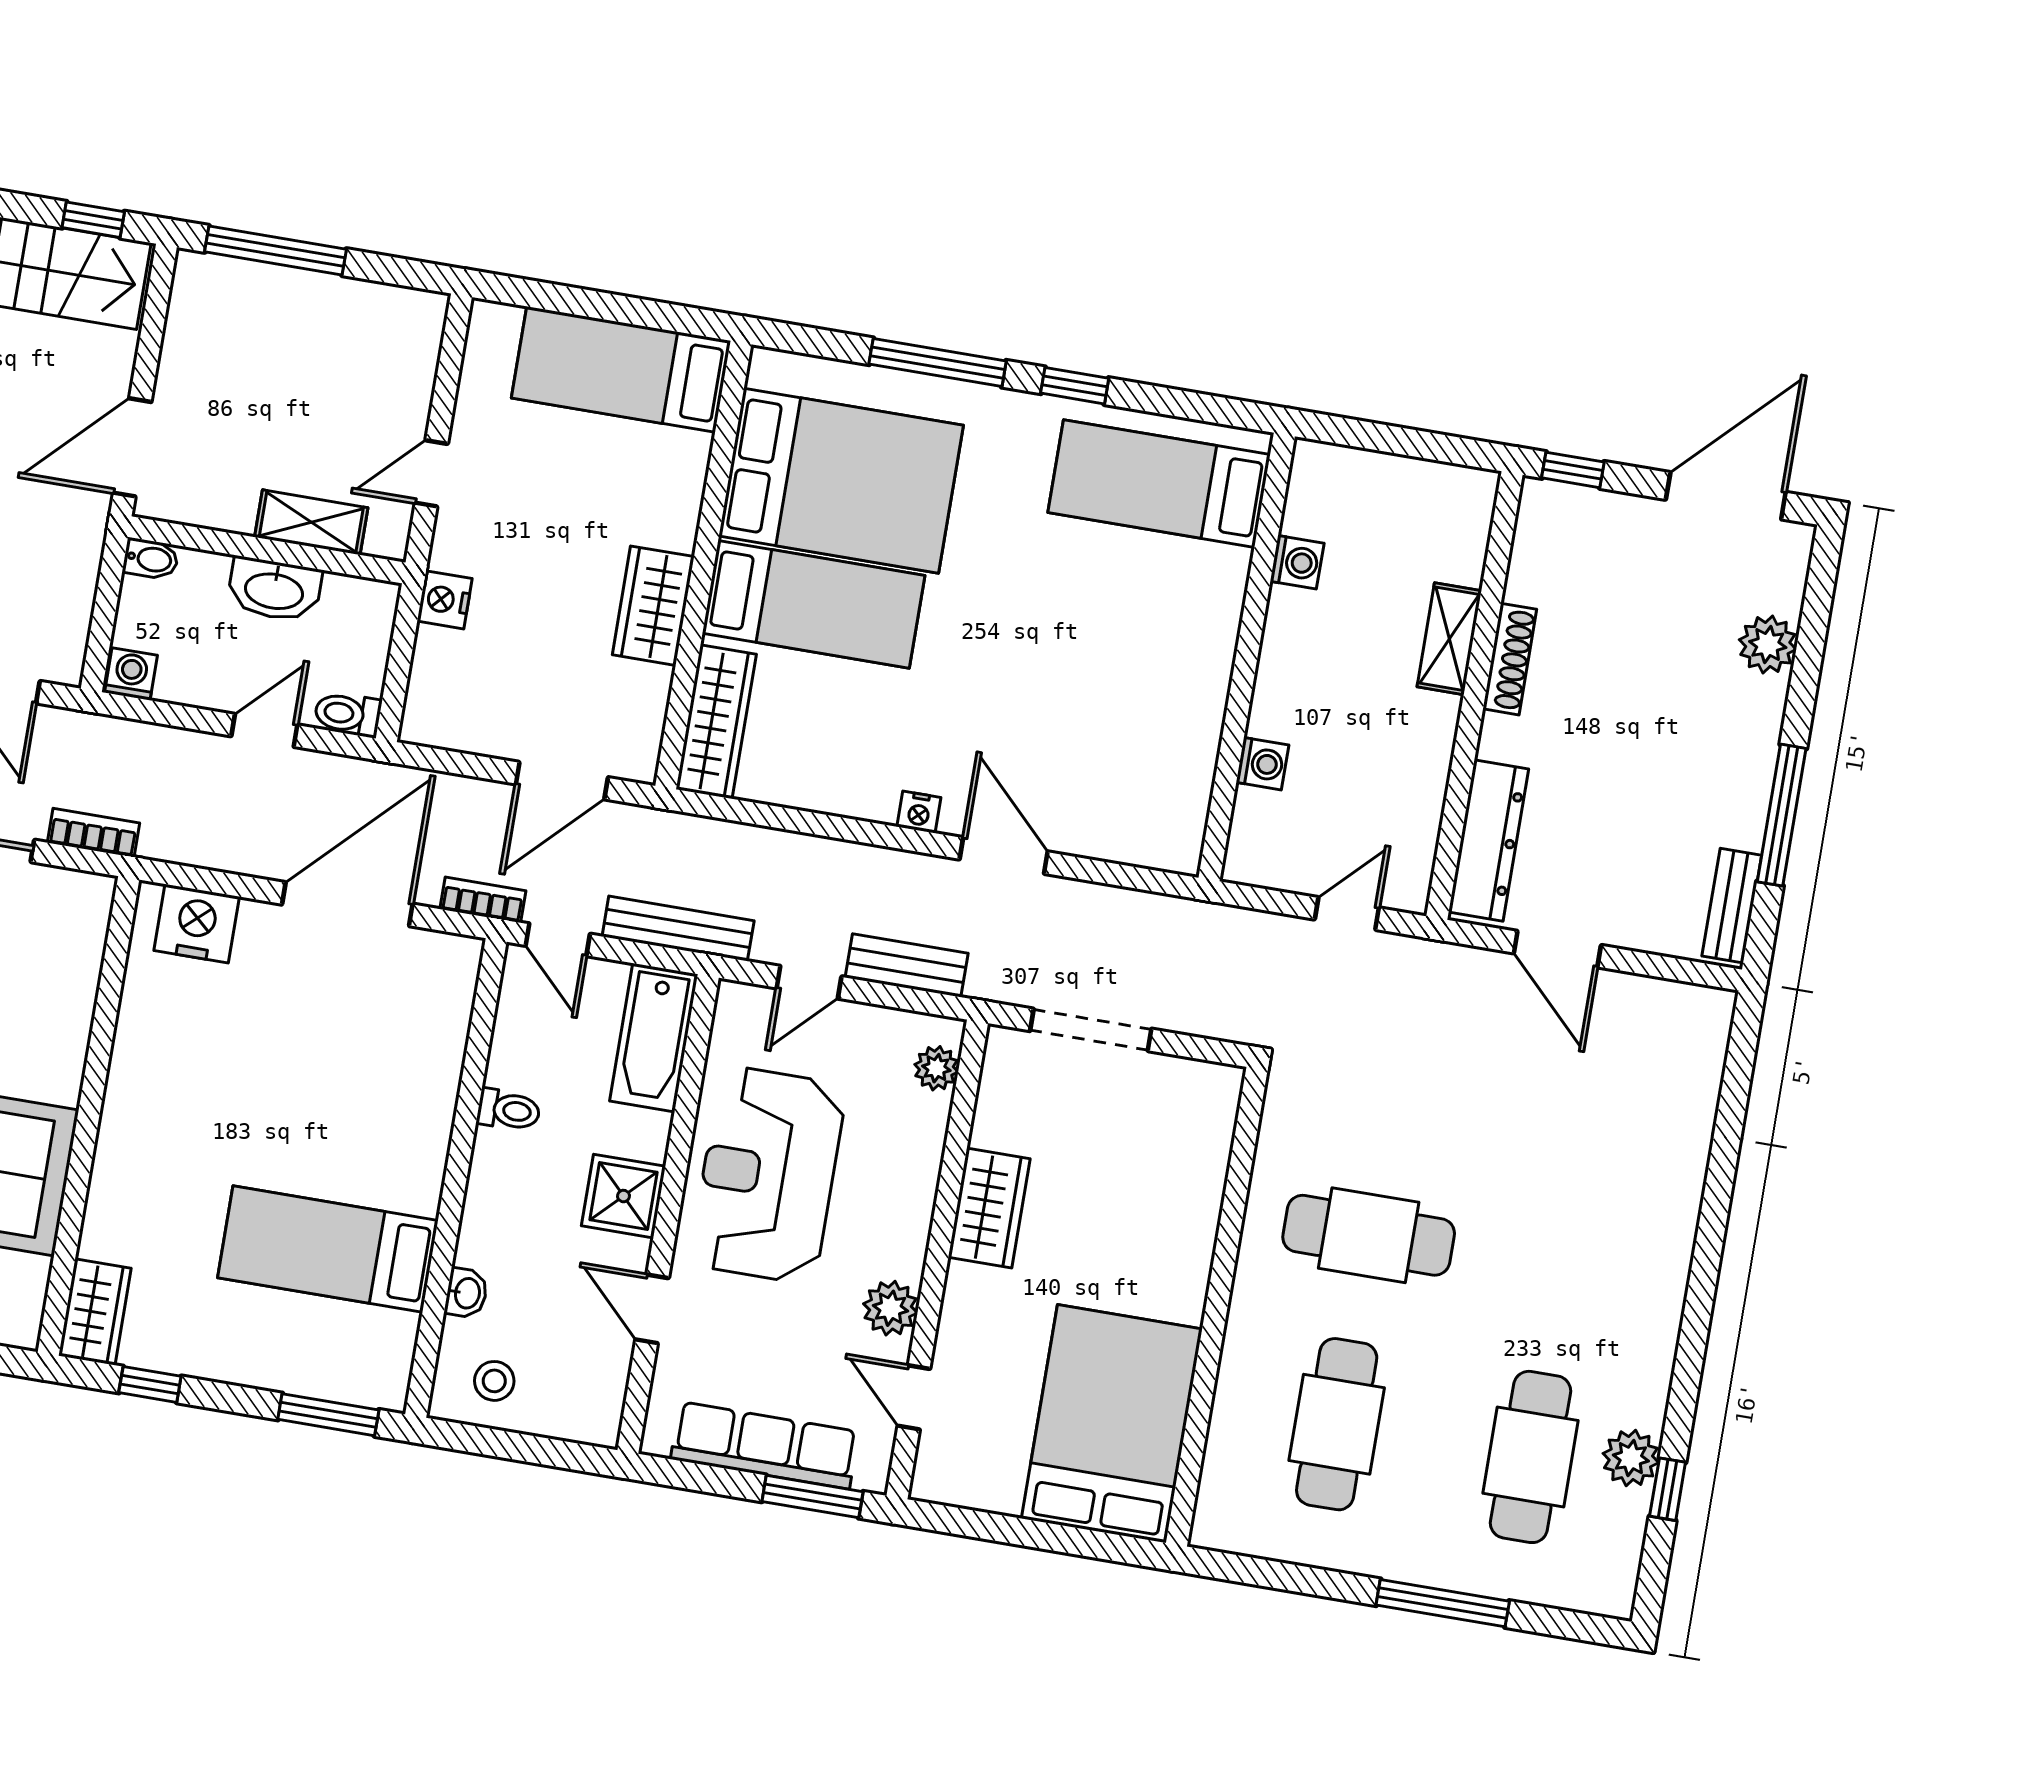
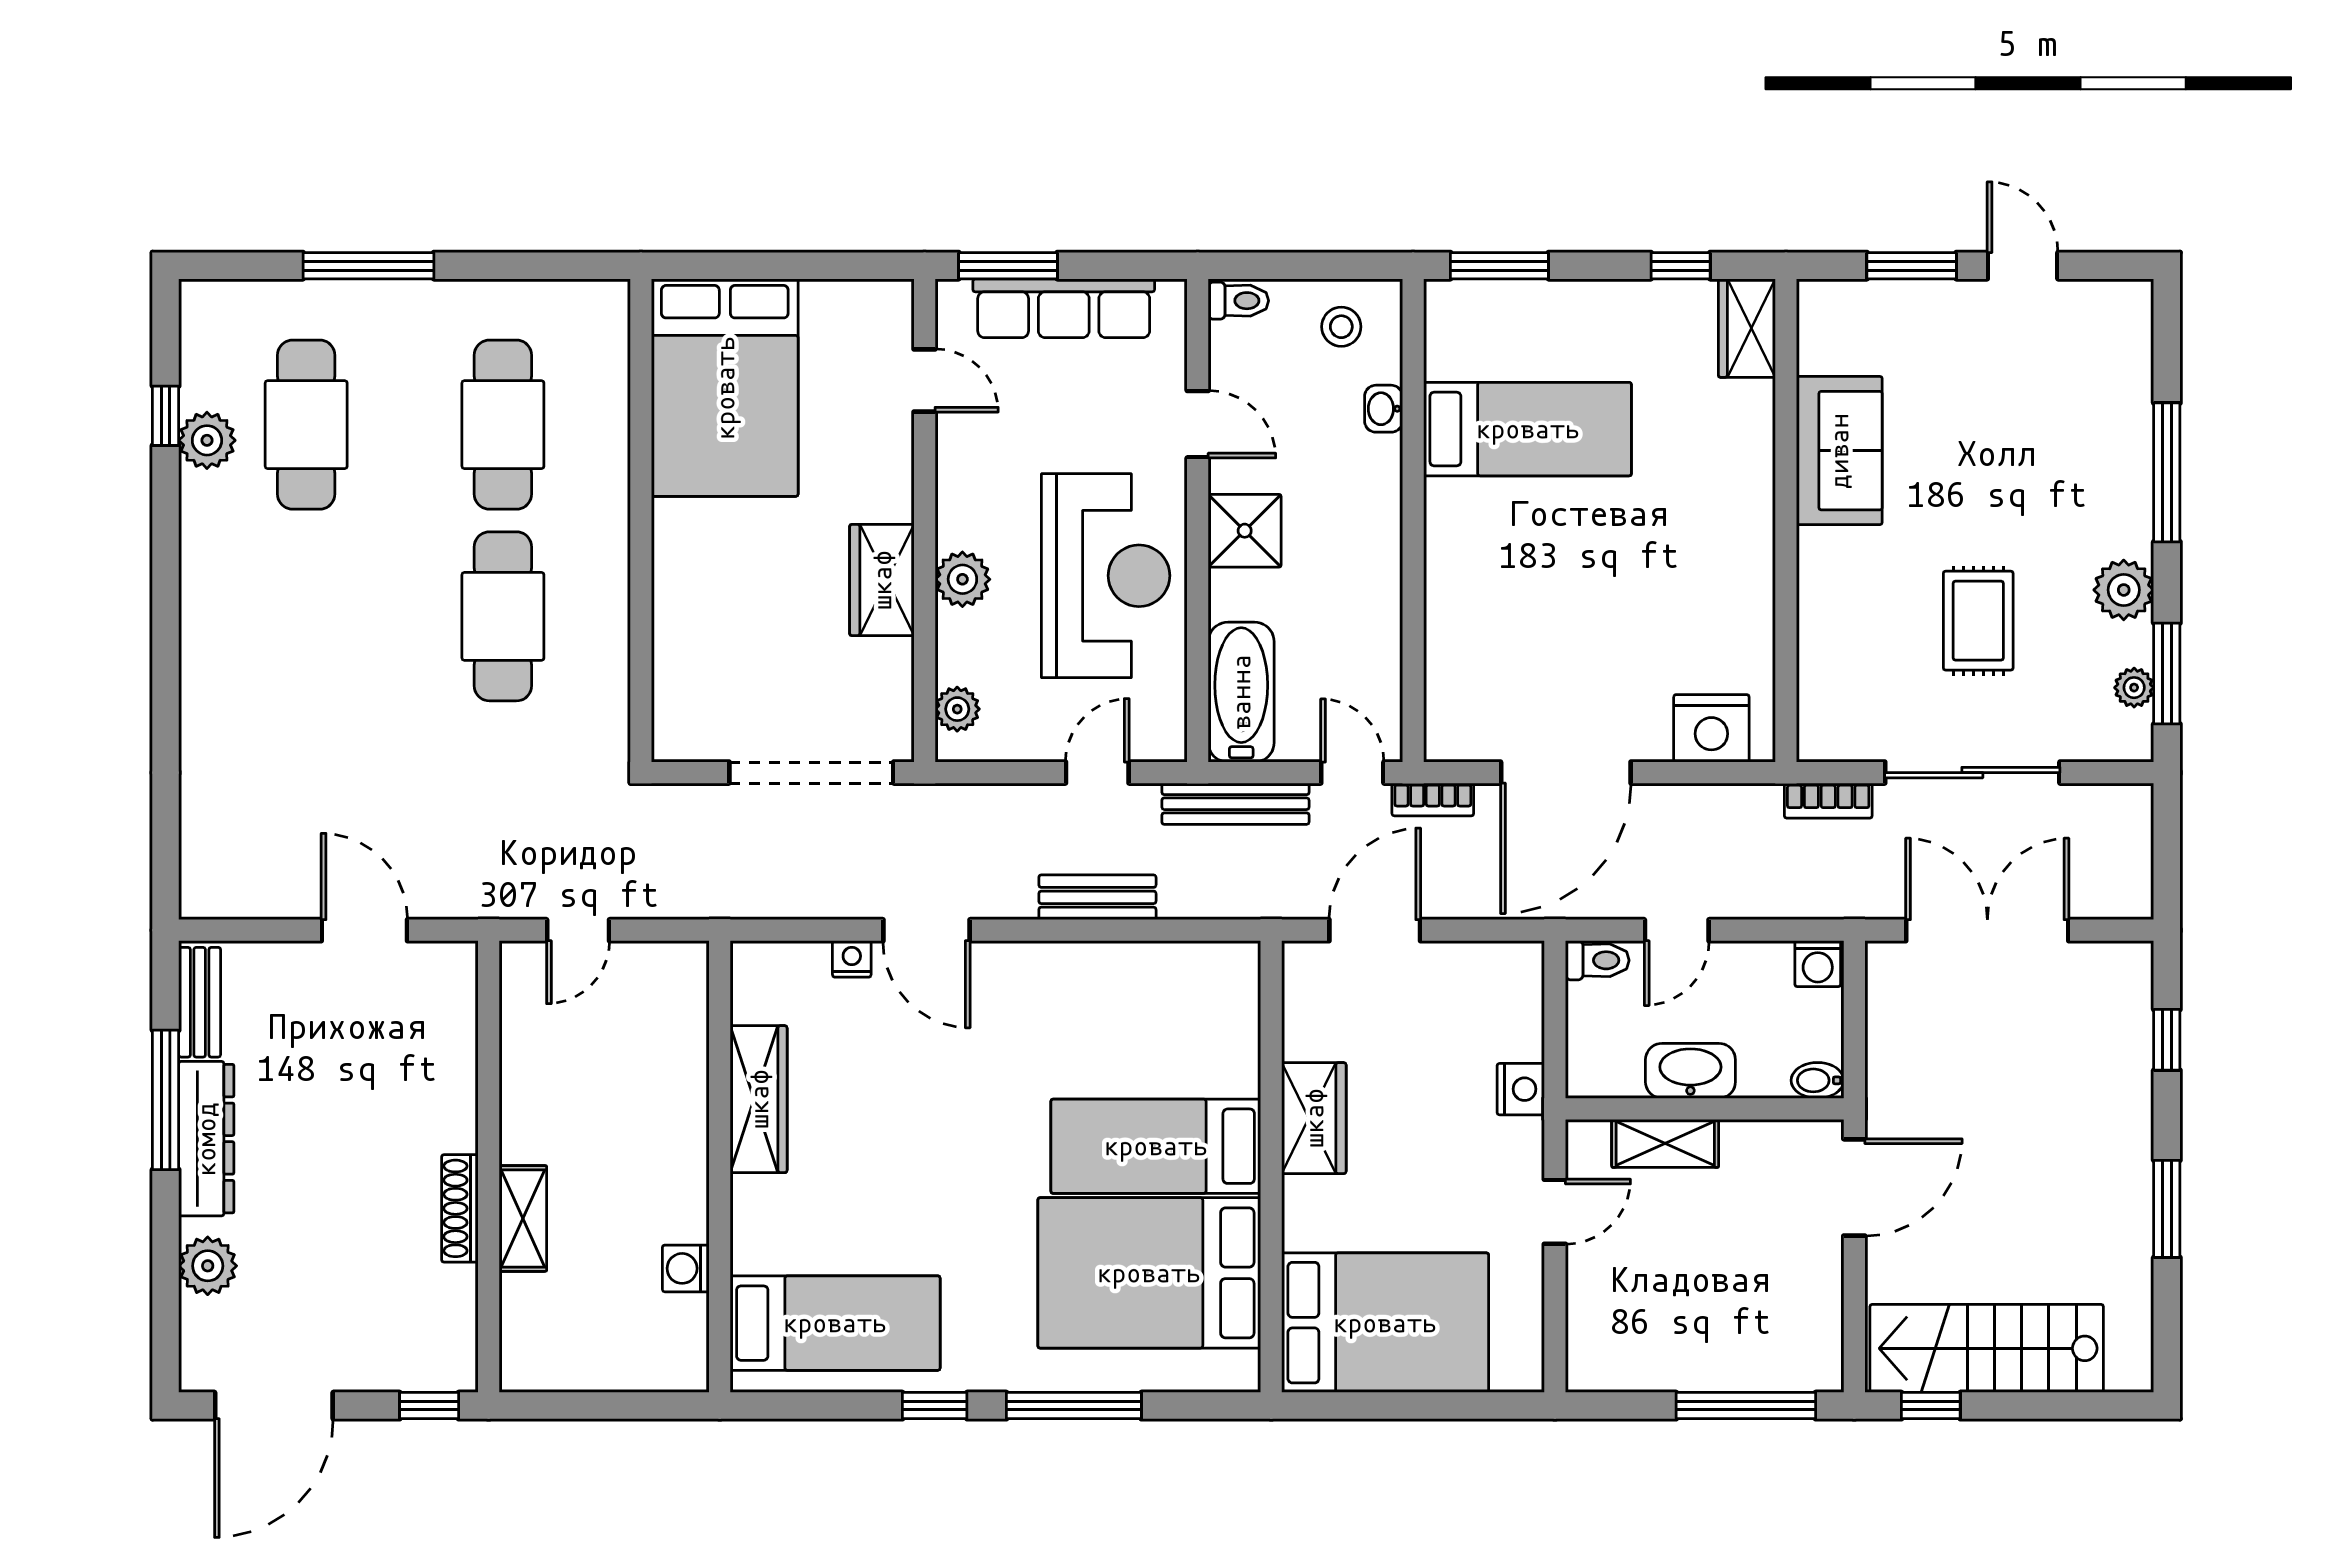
bed: (621, 369) -> (1385, 1323), width x1.50
wardrobe: (716, 722) -> (759, 1099), moved, turned 180
washing machine: (1262, 764) -> (686, 1064), removed
nightstand: (919, 812) -> (852, 959), moved
dresser: (1489, 841) -> (206, 1139), moved, turned 180
bench: (907, 965) -> (1097, 897), moved
doorway: (1091, 1030) -> (811, 773), width x1.36
toilet: (509, 1110) -> (1238, 301), moved, turned 180
cafe table: (1369, 1235) -> (503, 616), turned 90
plant: (891, 1308) -> (962, 579), moved

